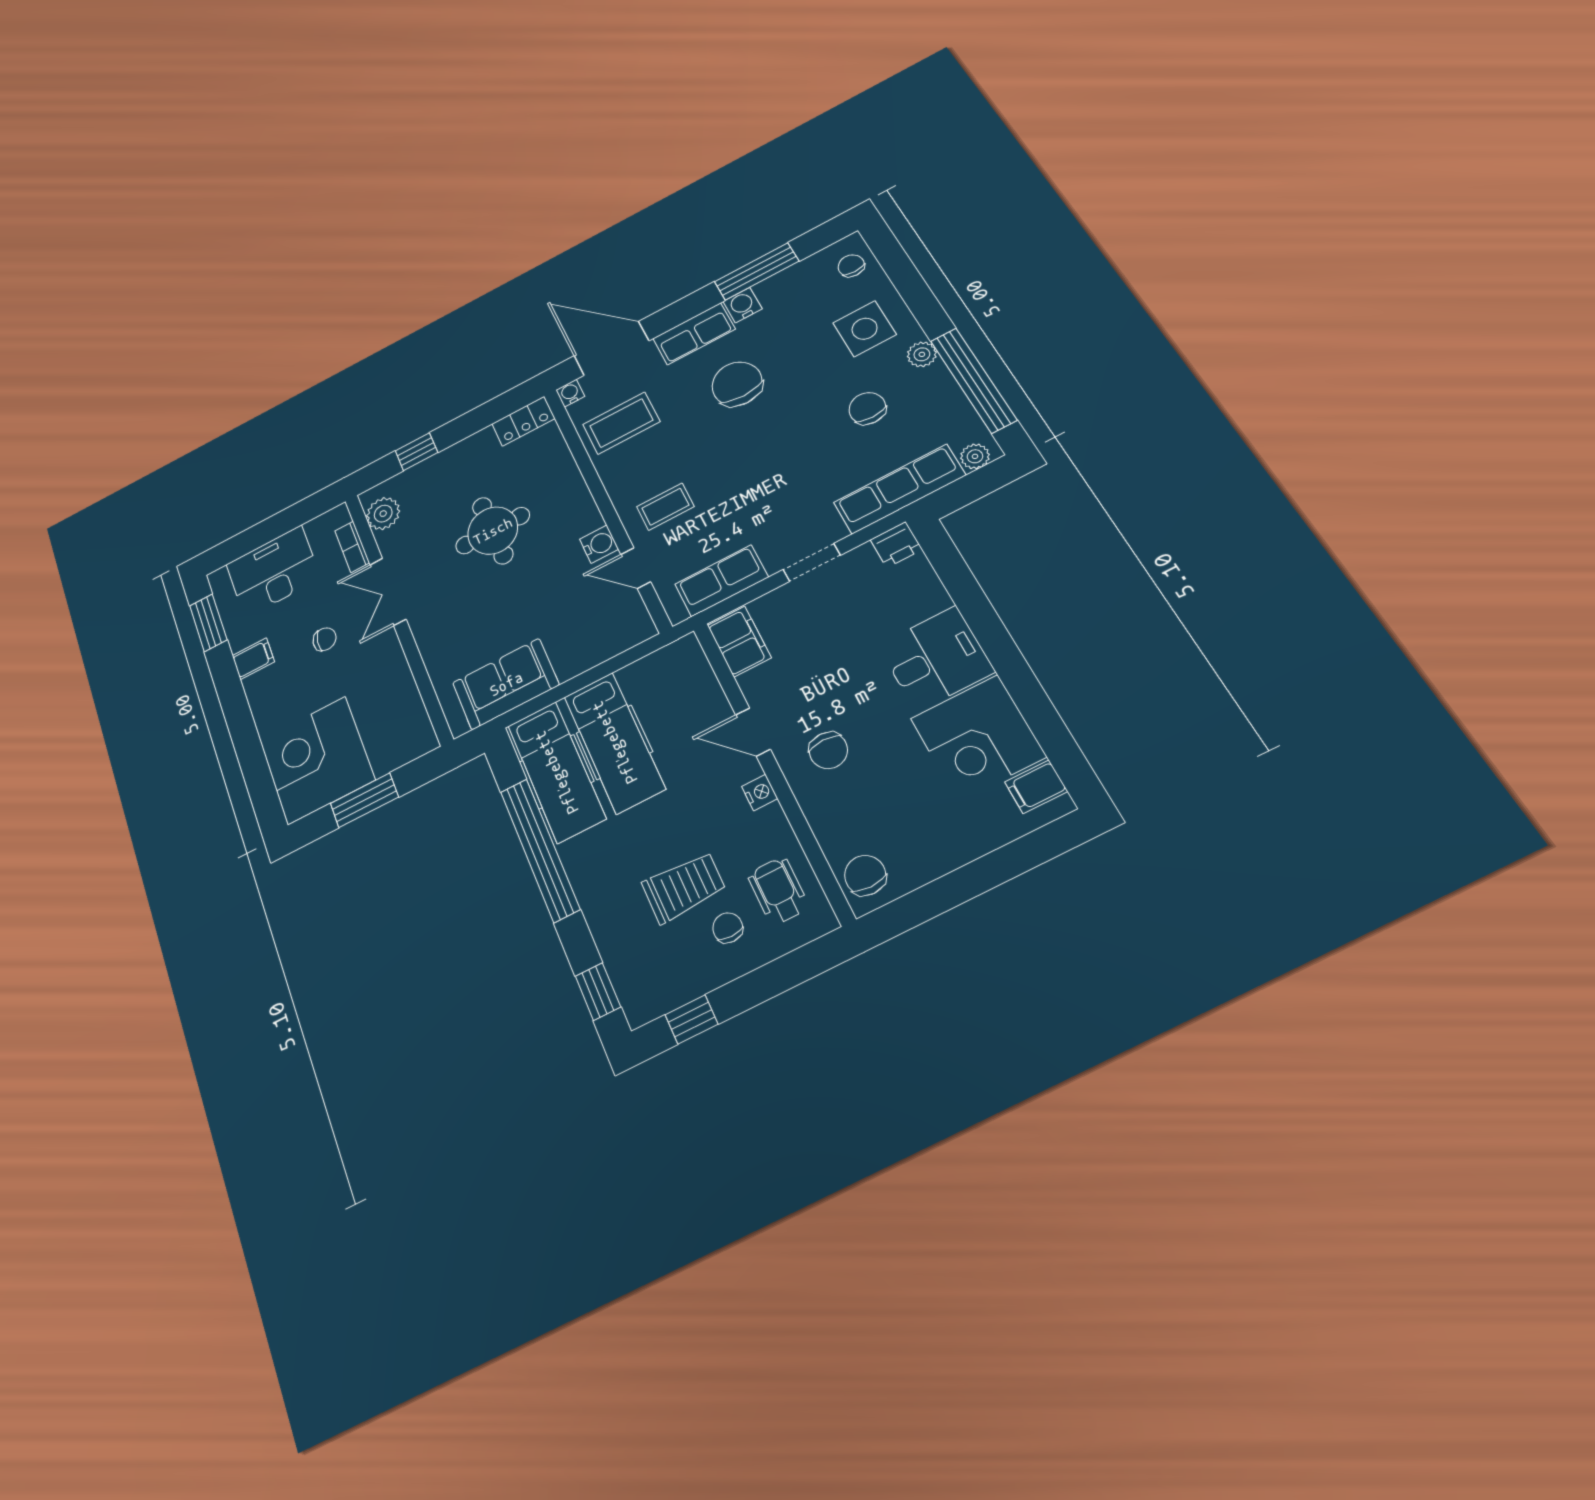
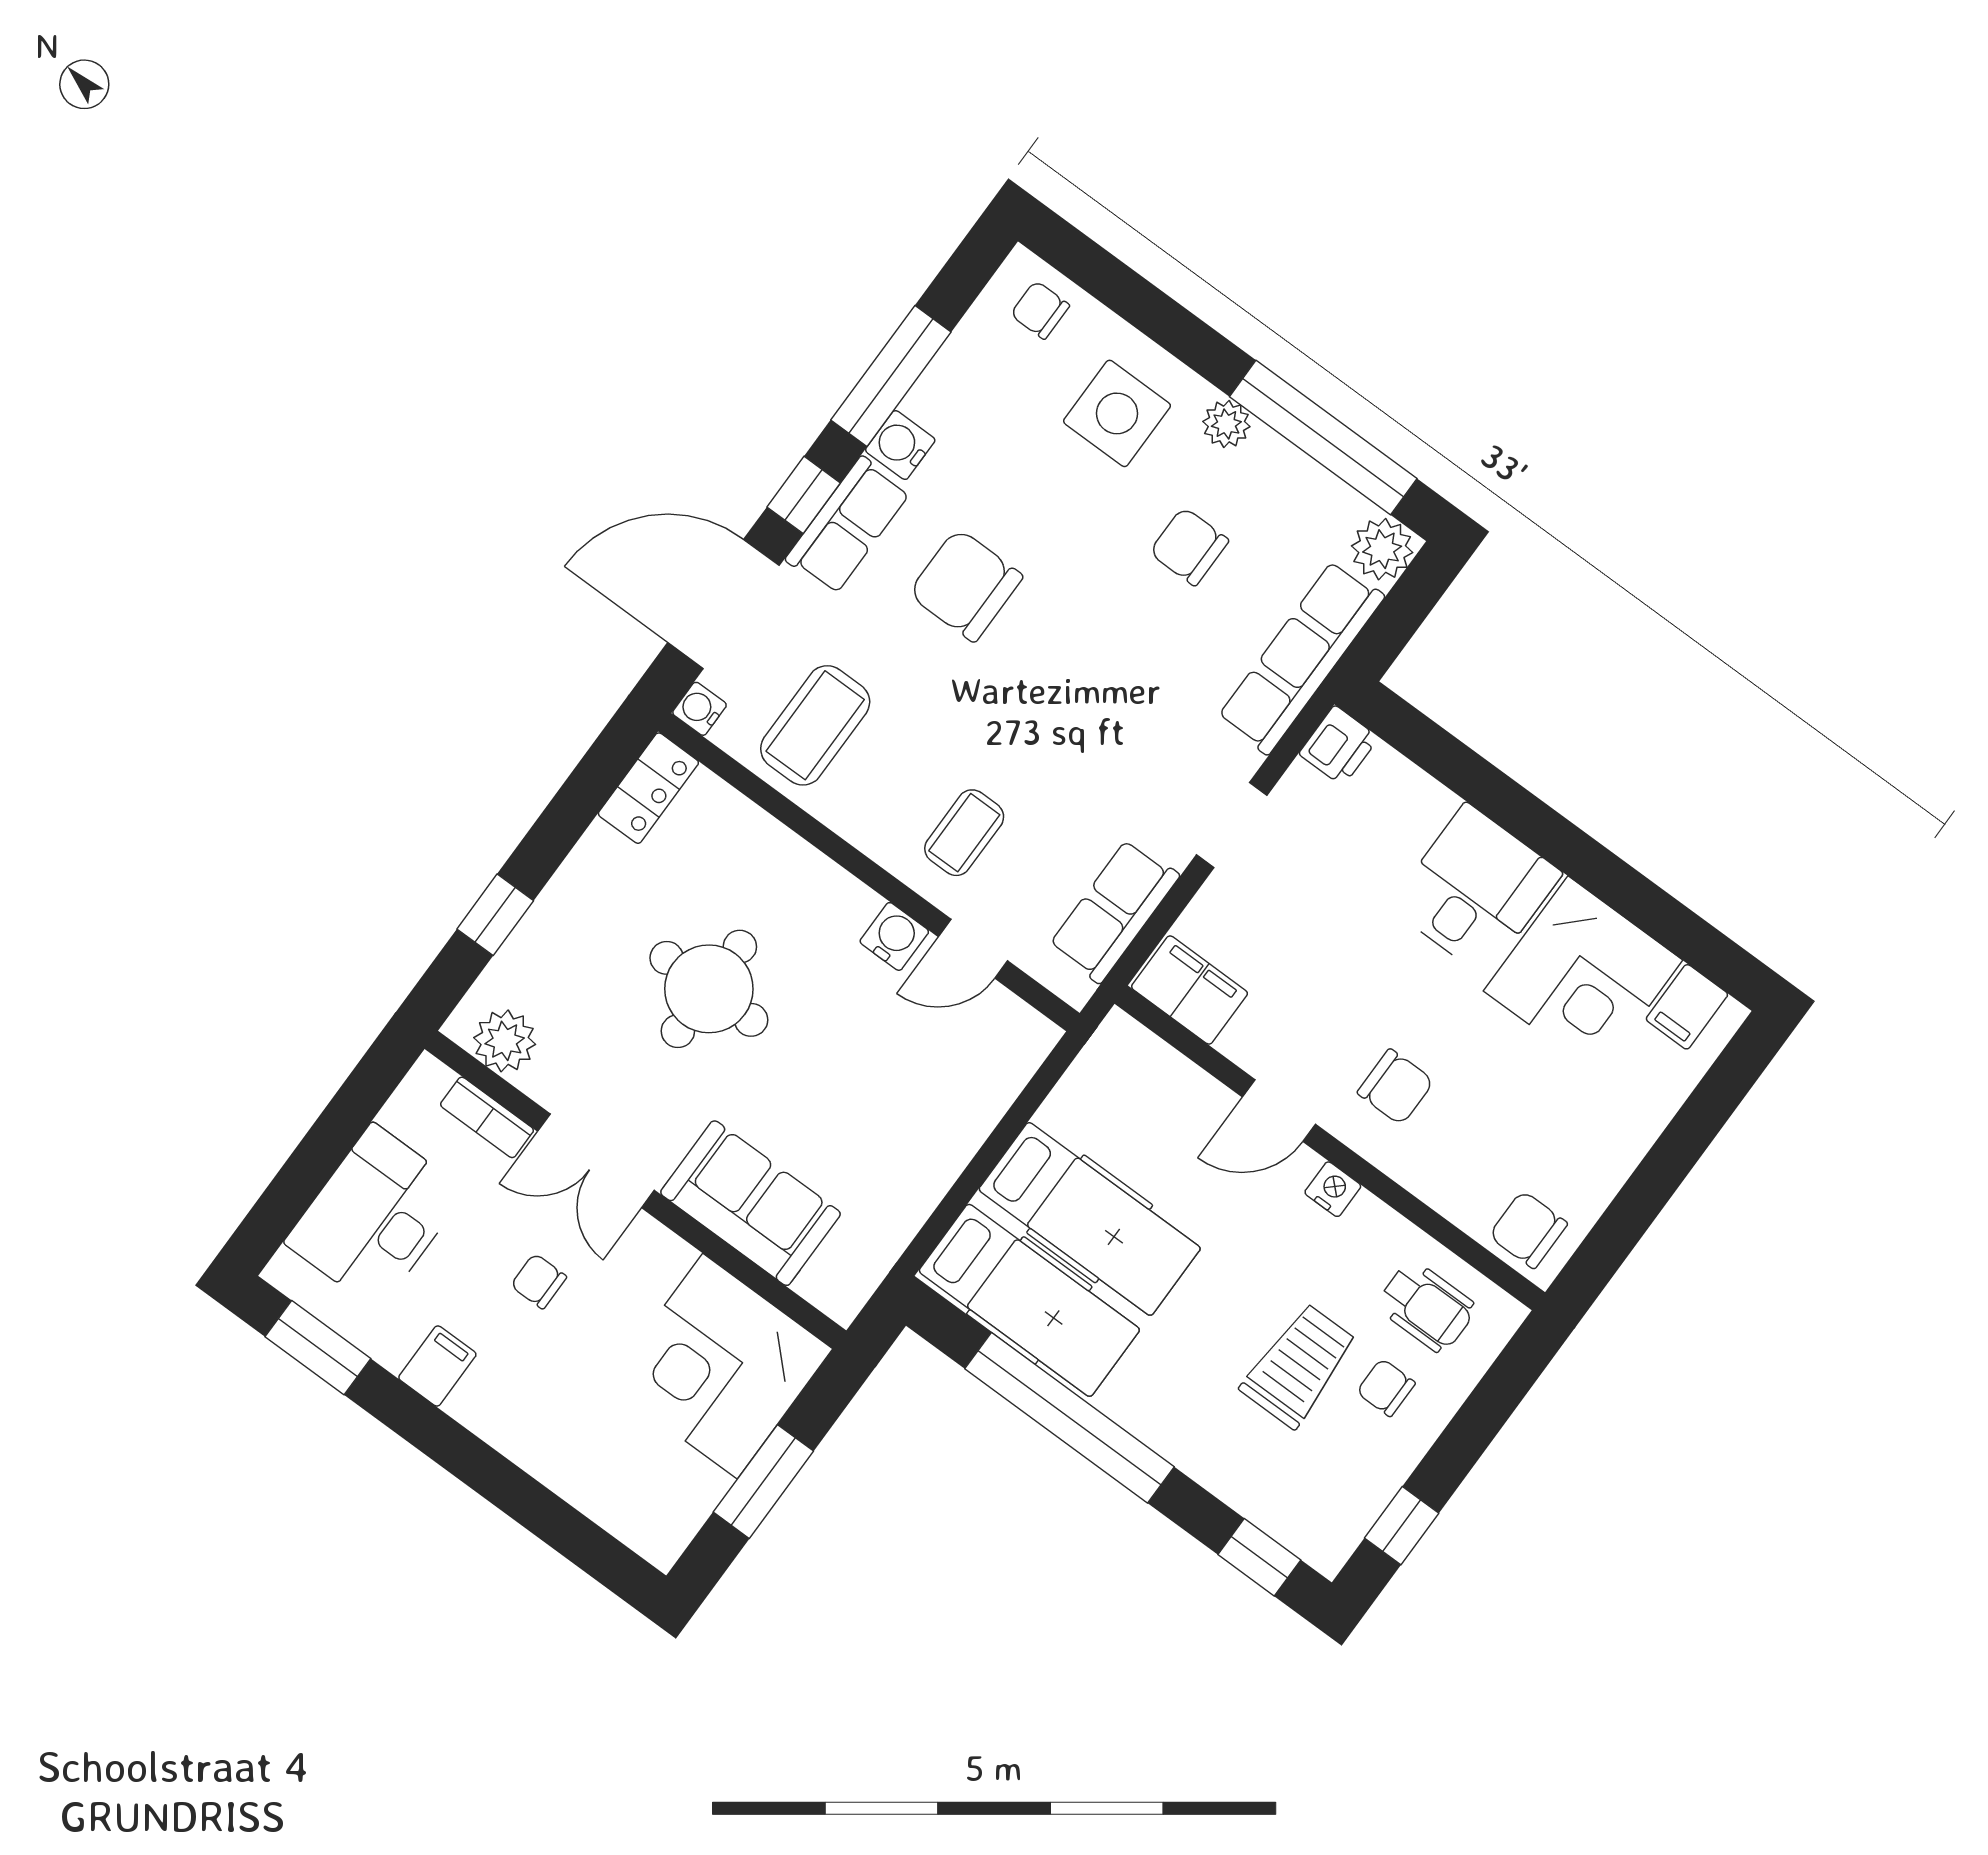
window: (681, 312) -> (804, 495), added
plant: (975, 456) -> (1382, 549), width x1.38, depth x1.38
chair: (325, 639) -> (539, 1281), turned -98
sofa: (506, 684) -> (750, 1203), moved, turned 90
corner desk: (317, 760) -> (720, 1366), moved
wheelchair: (778, 891) -> (1426, 1307), turned 180

